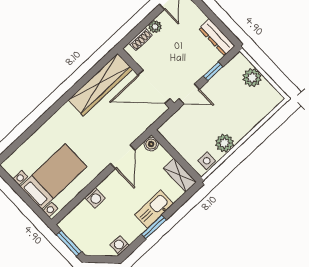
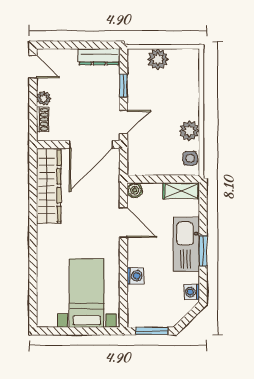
kitchen sink: (154, 209) -> (186, 244), width x1.36, depth x1.24

